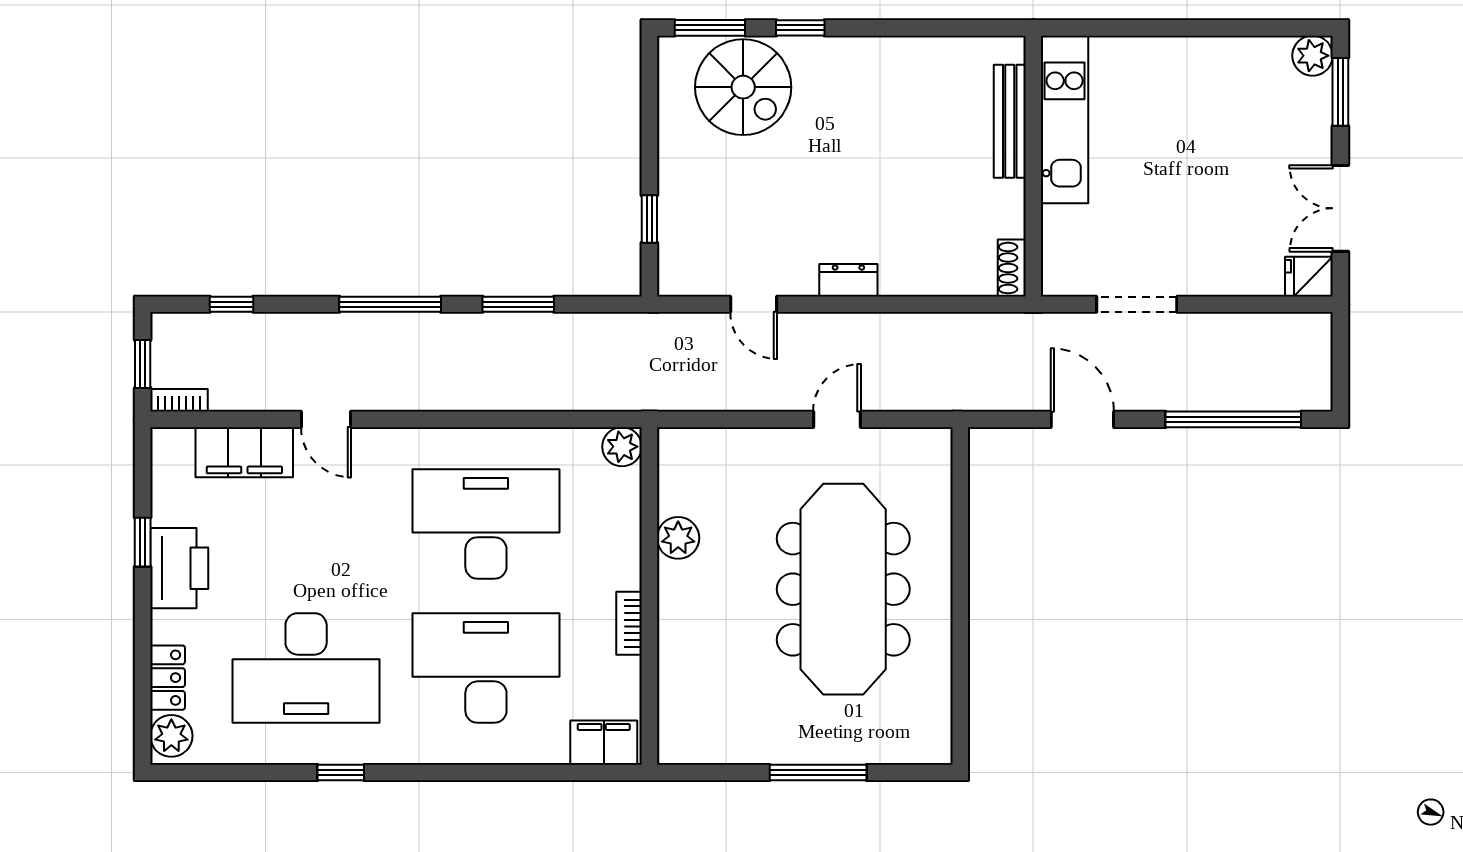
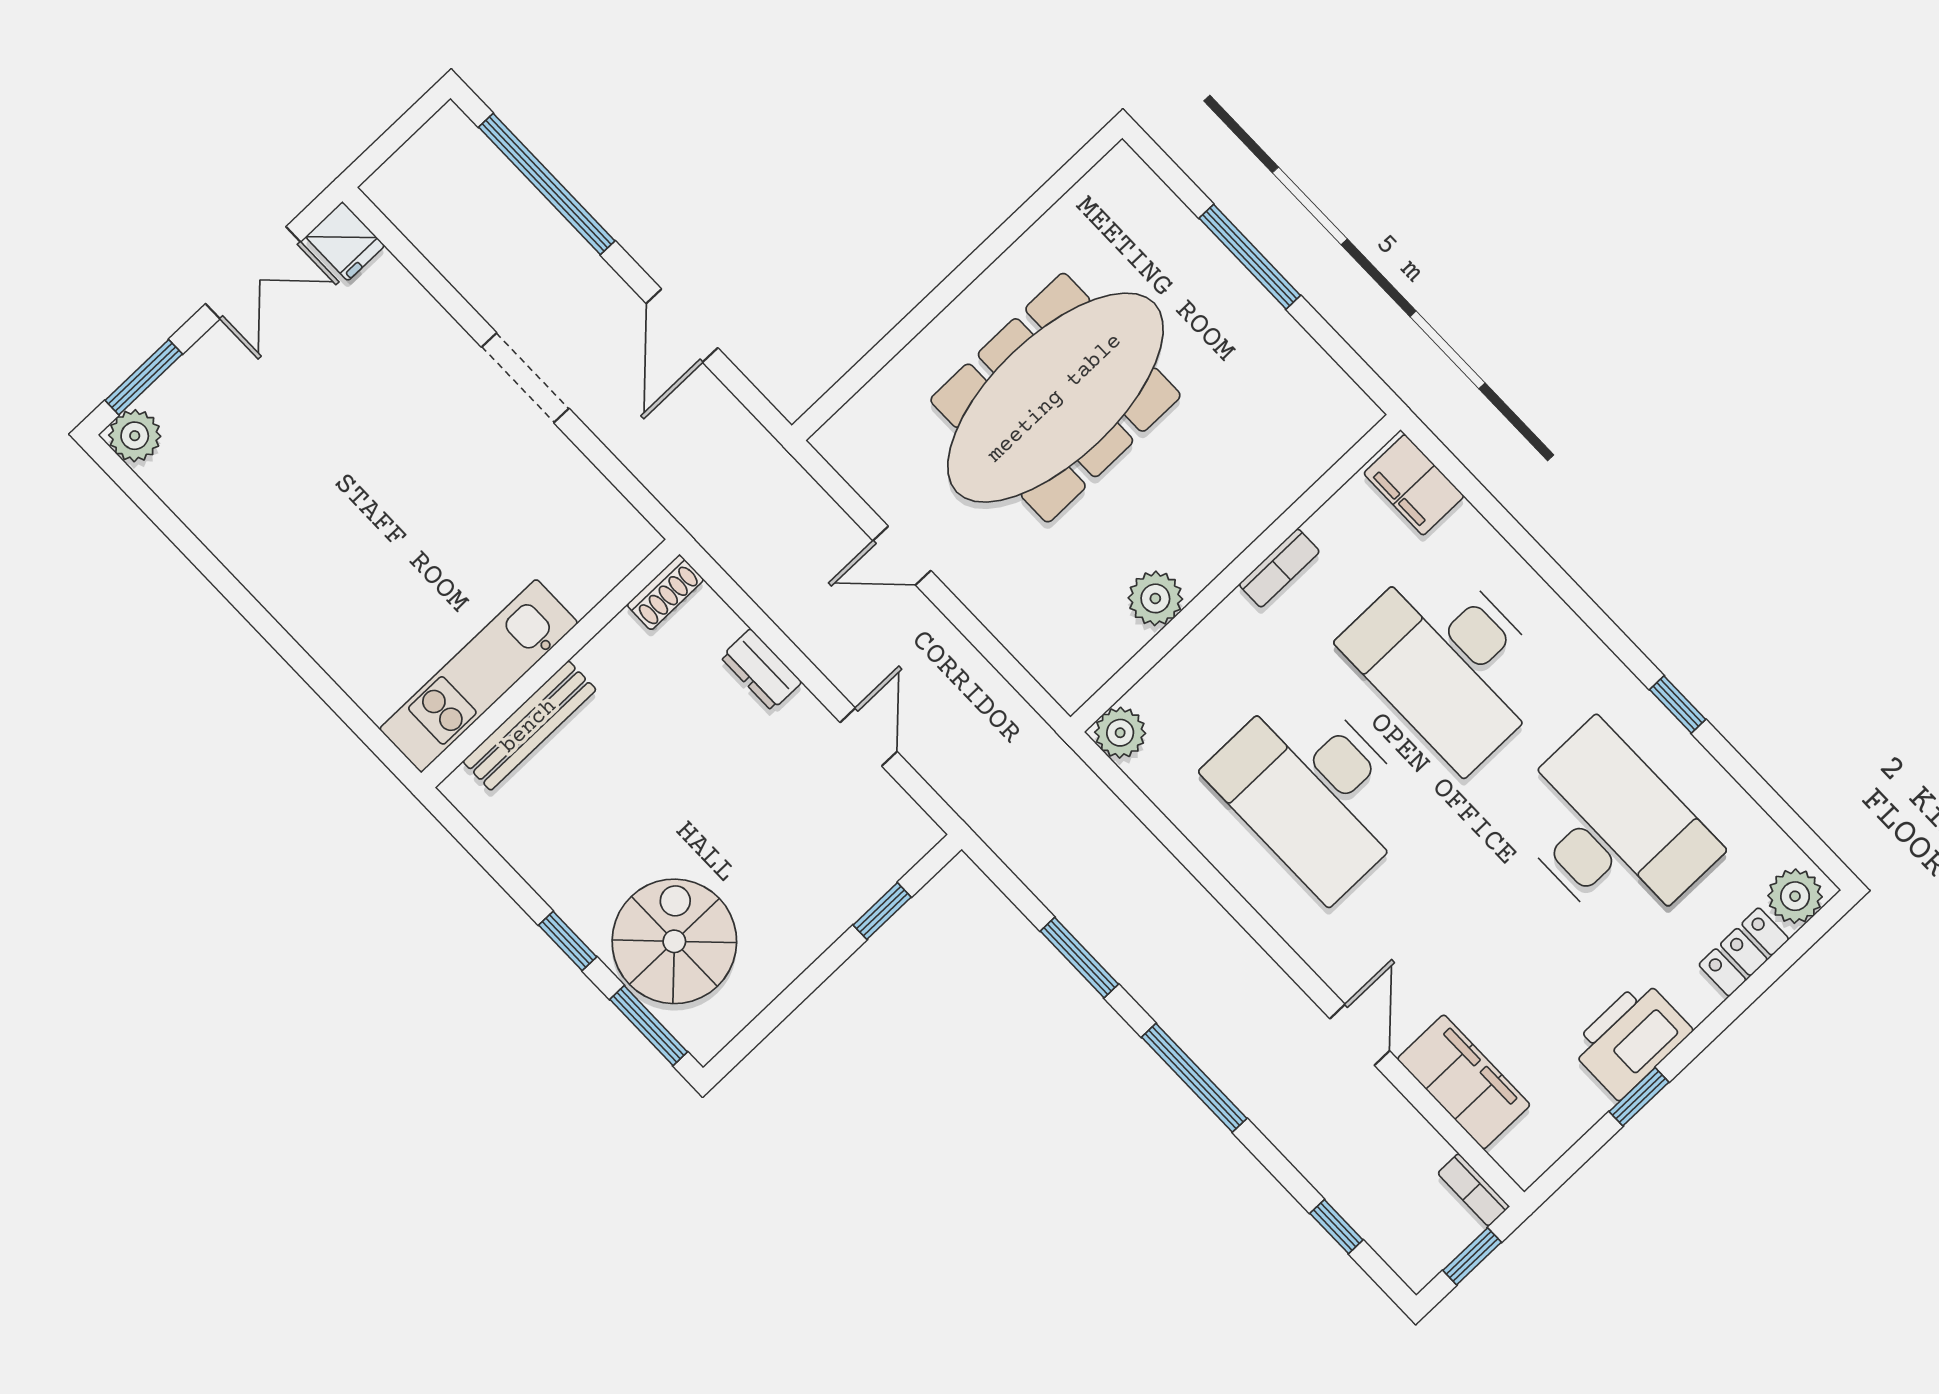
kitchen unit: (1065, 119) -> (479, 676), moved
bench: (1010, 121) -> (529, 726), moved
wall: (1033, 166) -> (550, 663), moved
shoe rack: (1012, 268) -> (665, 592), moved

